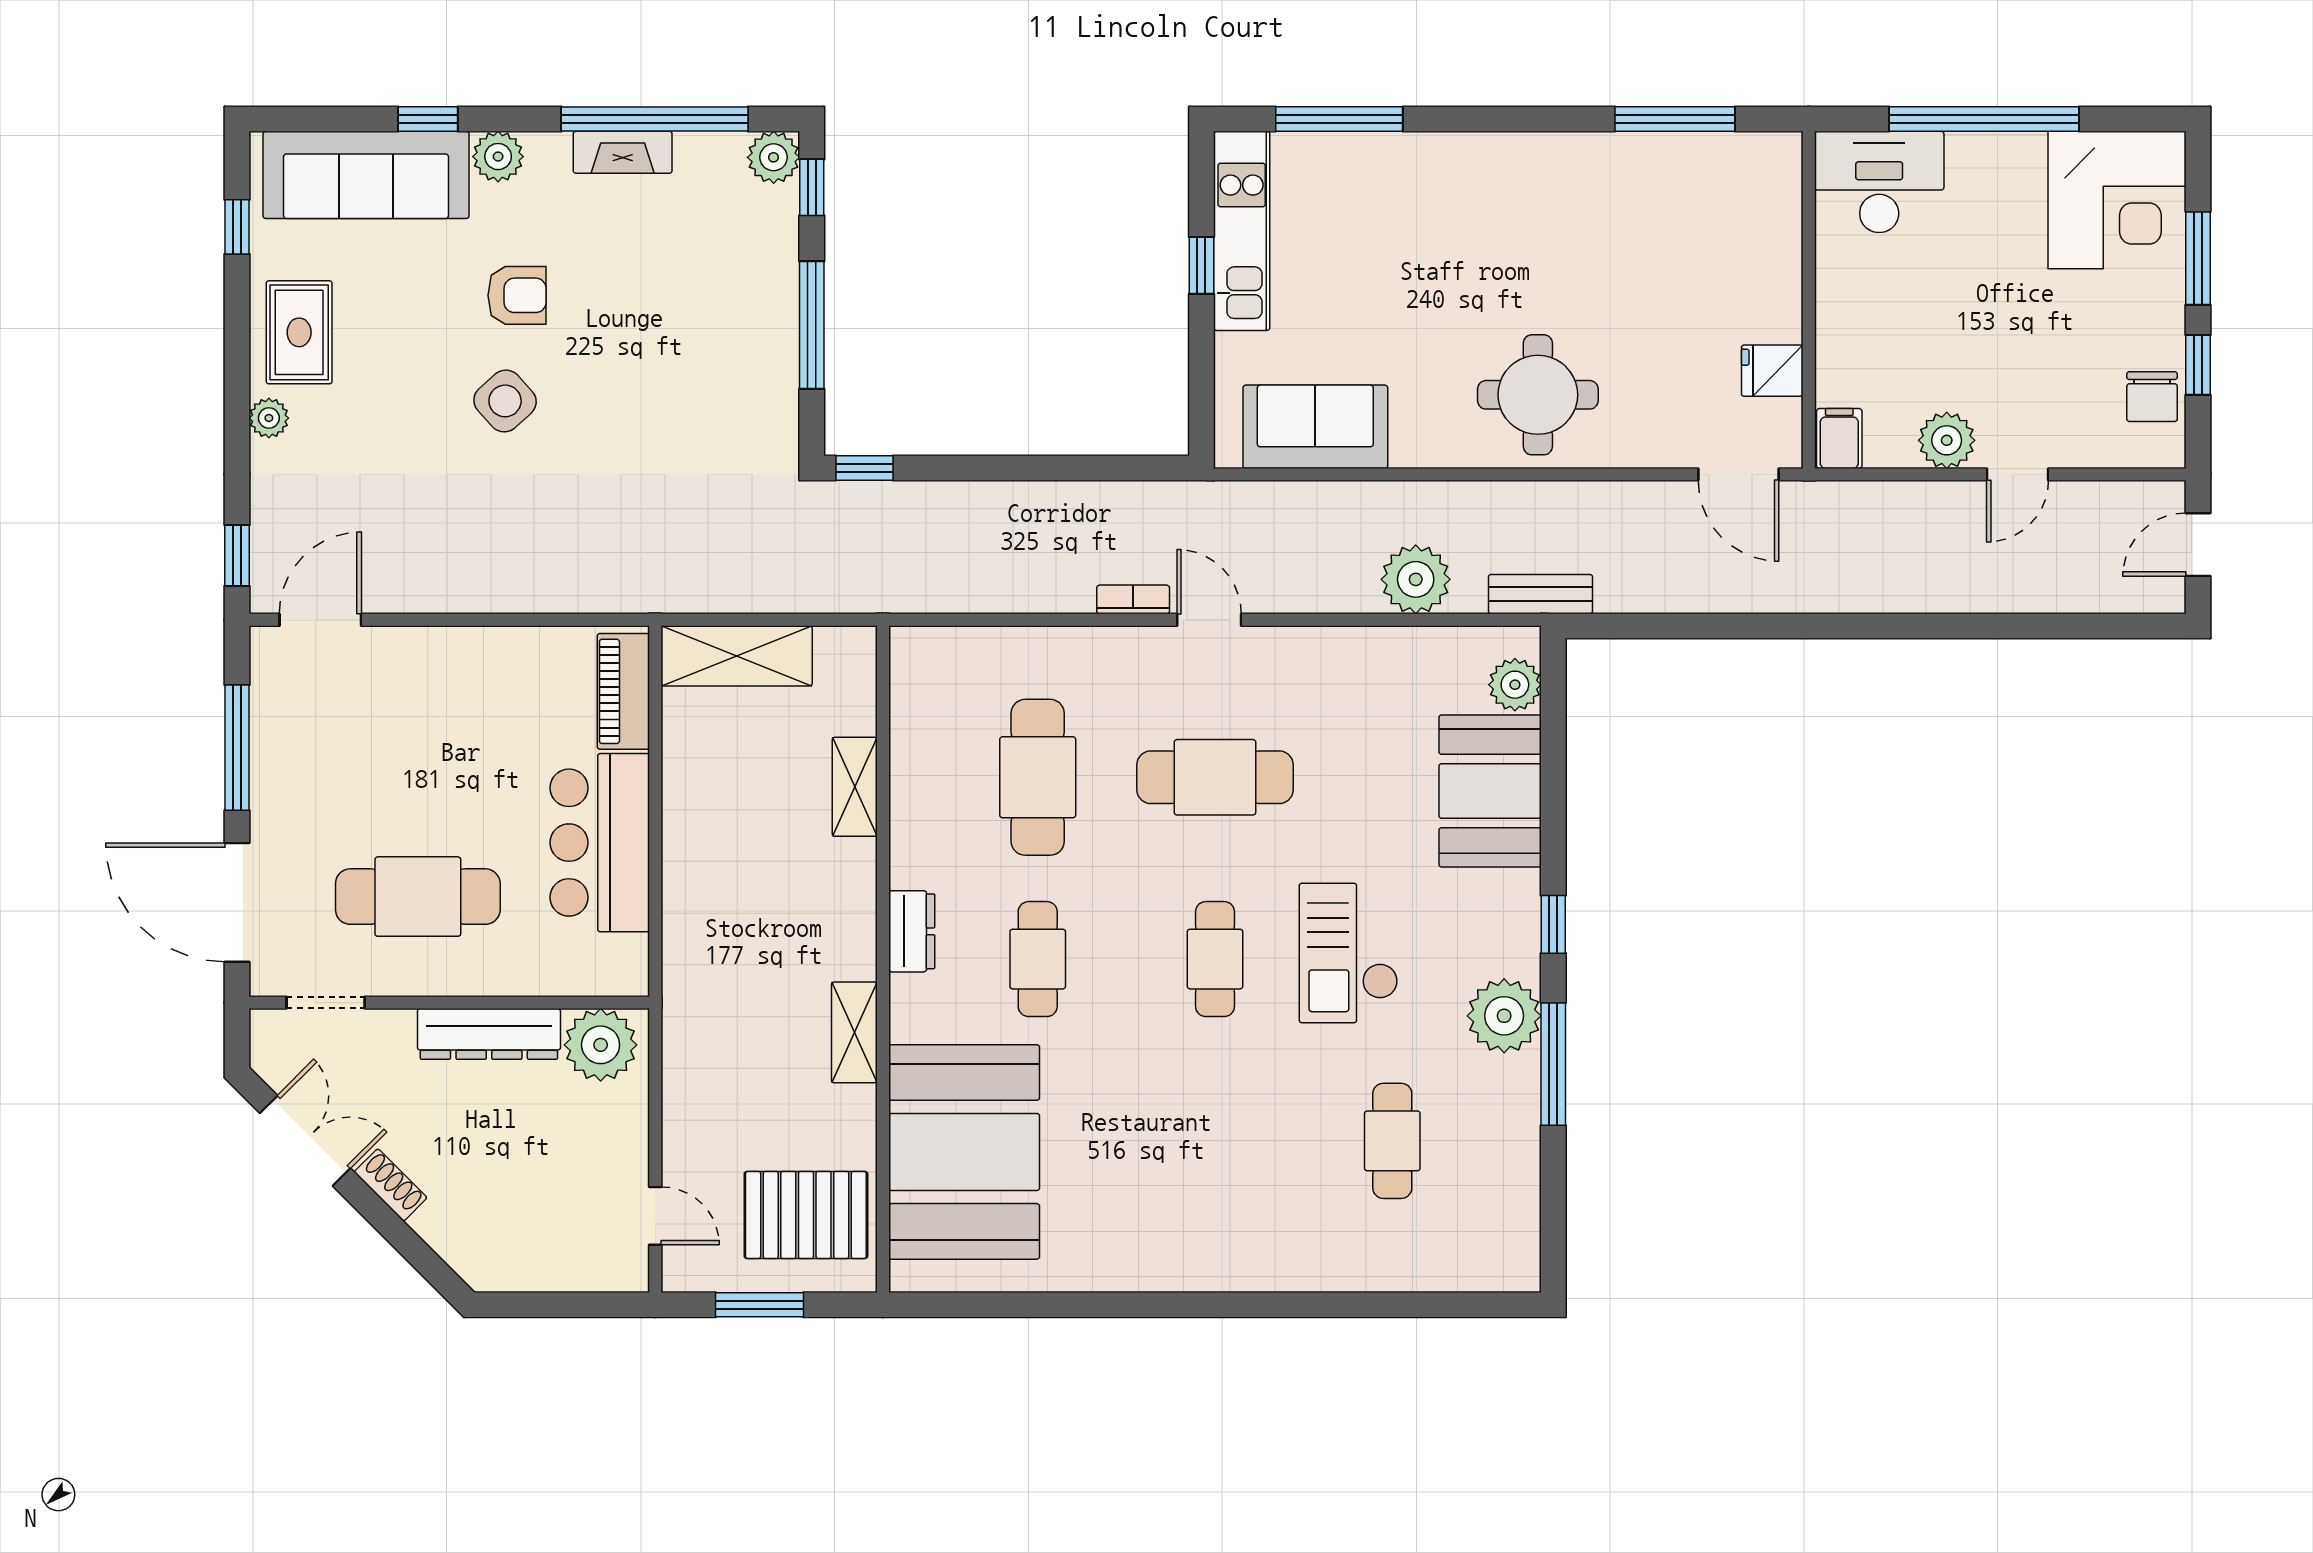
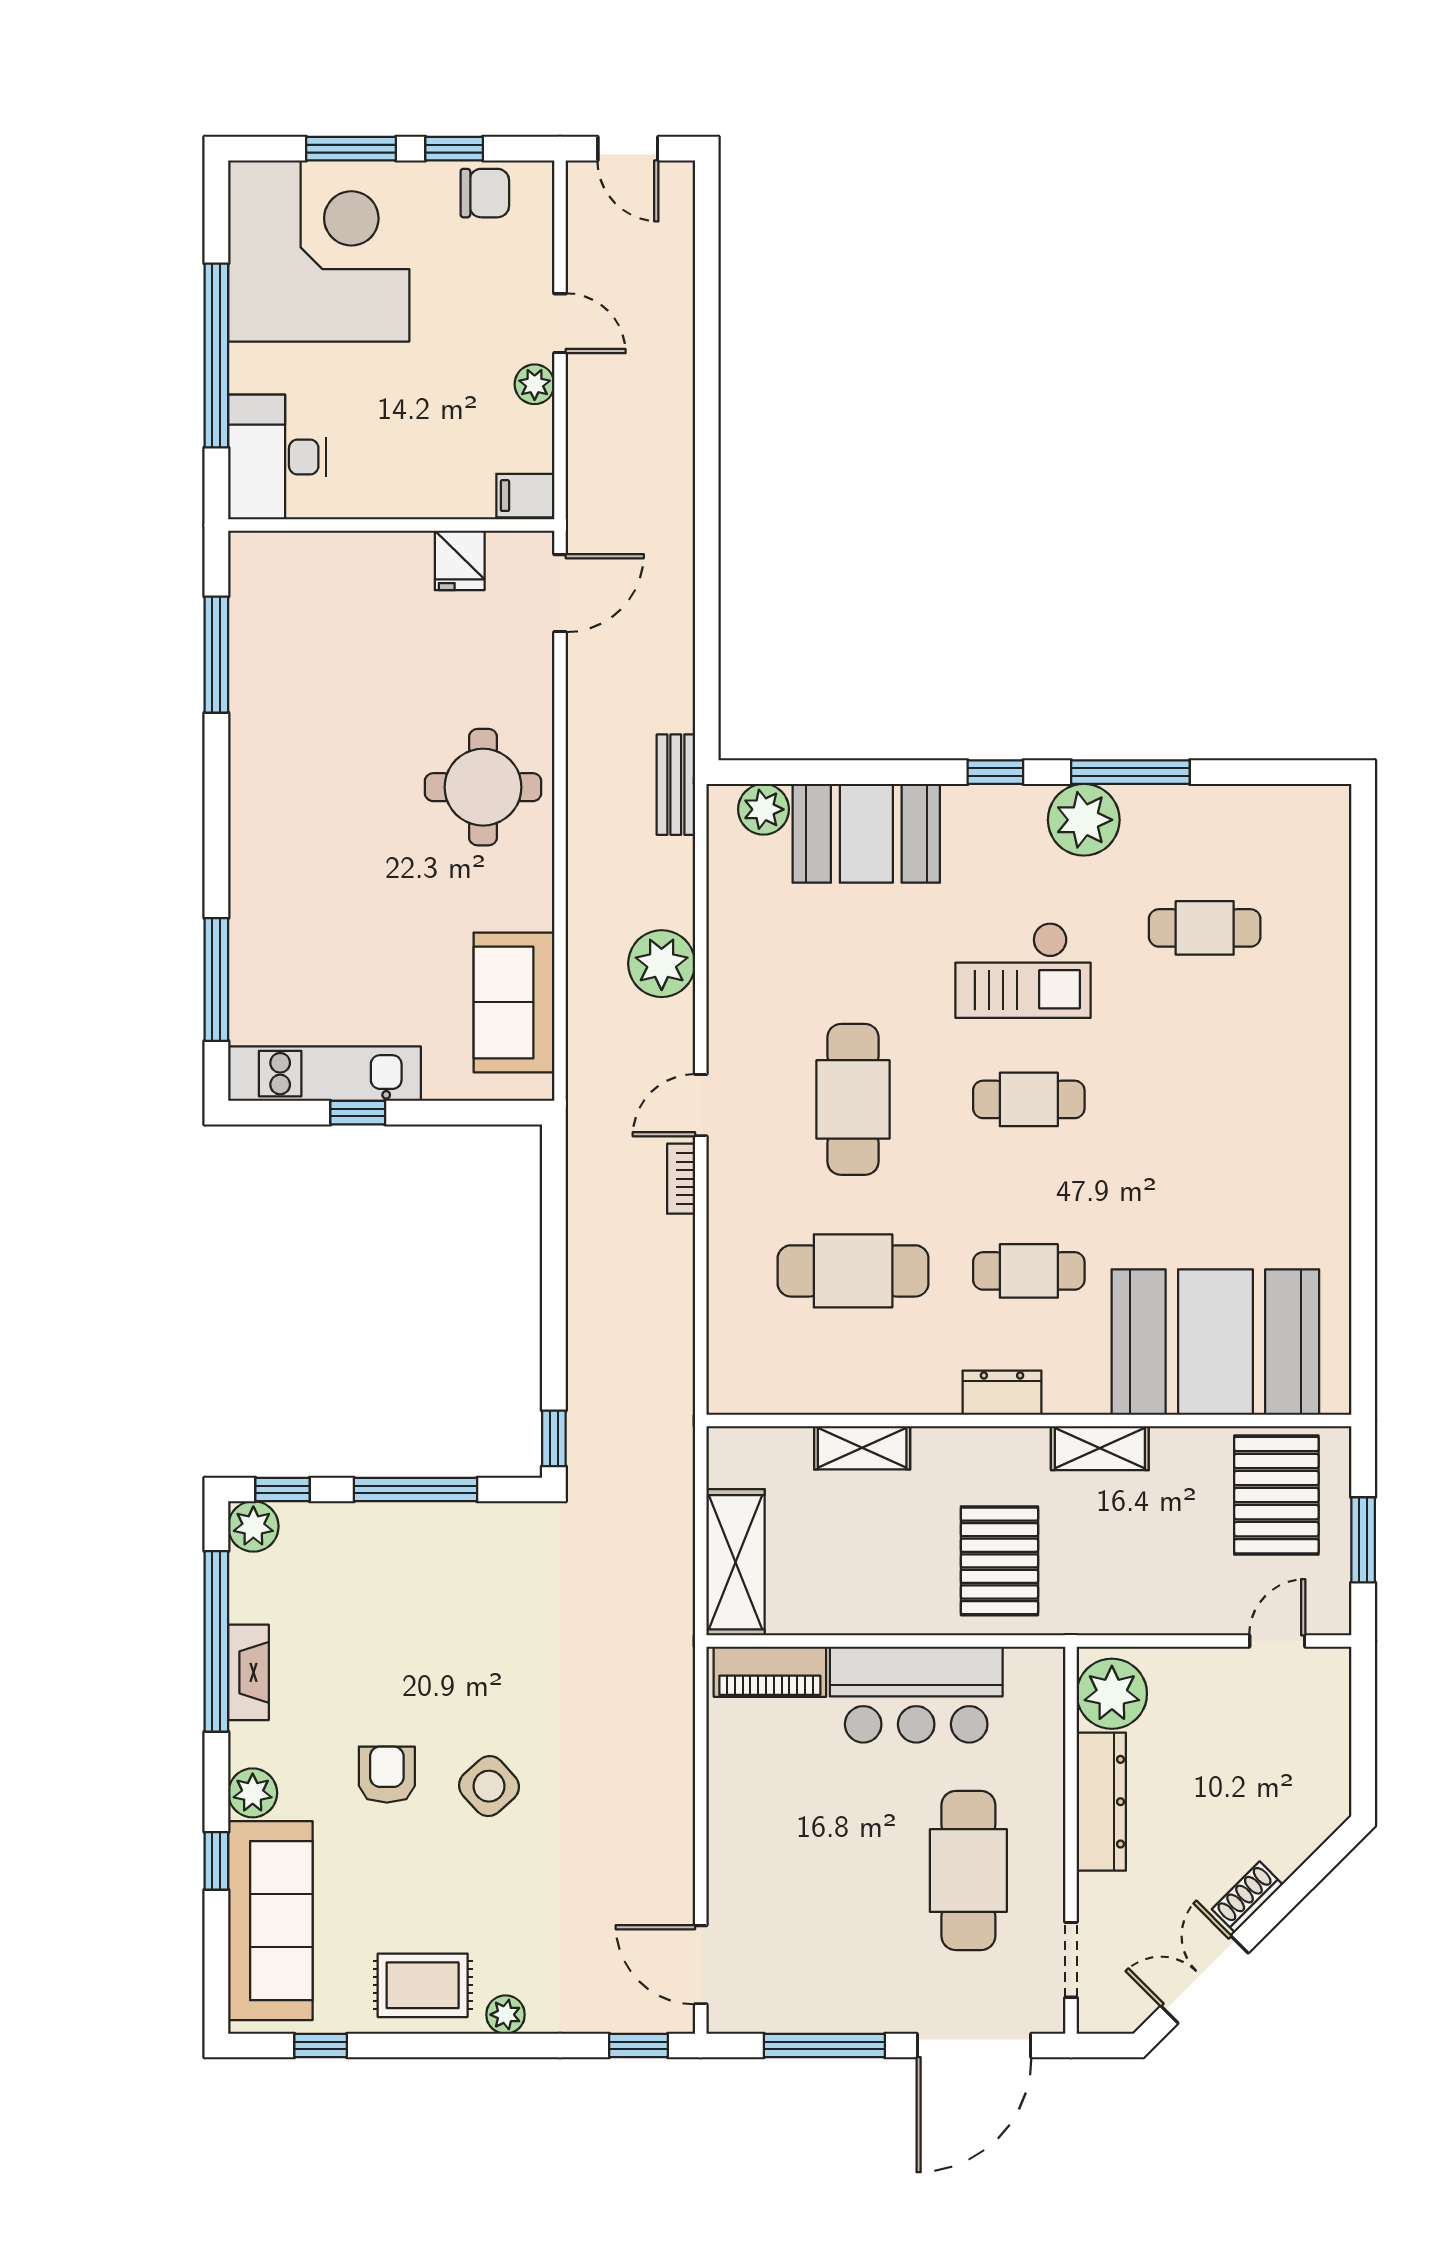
corner desk: (2117, 200) -> (319, 251), width x1.36, depth x1.36
plant: (1947, 440) -> (535, 384), width x0.73, depth x0.73
plant: (1416, 579) -> (662, 964), moved
pallet: (738, 929) -> (999, 1561), added

